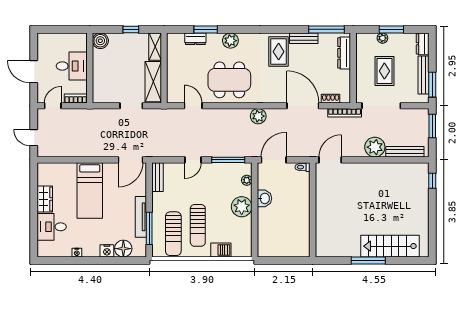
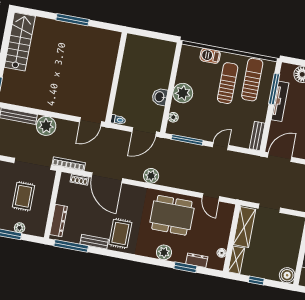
floor lamp: (171, 51) -> (222, 253), added
stairs: (390, 246) -> (20, 42), moved, turned -90

